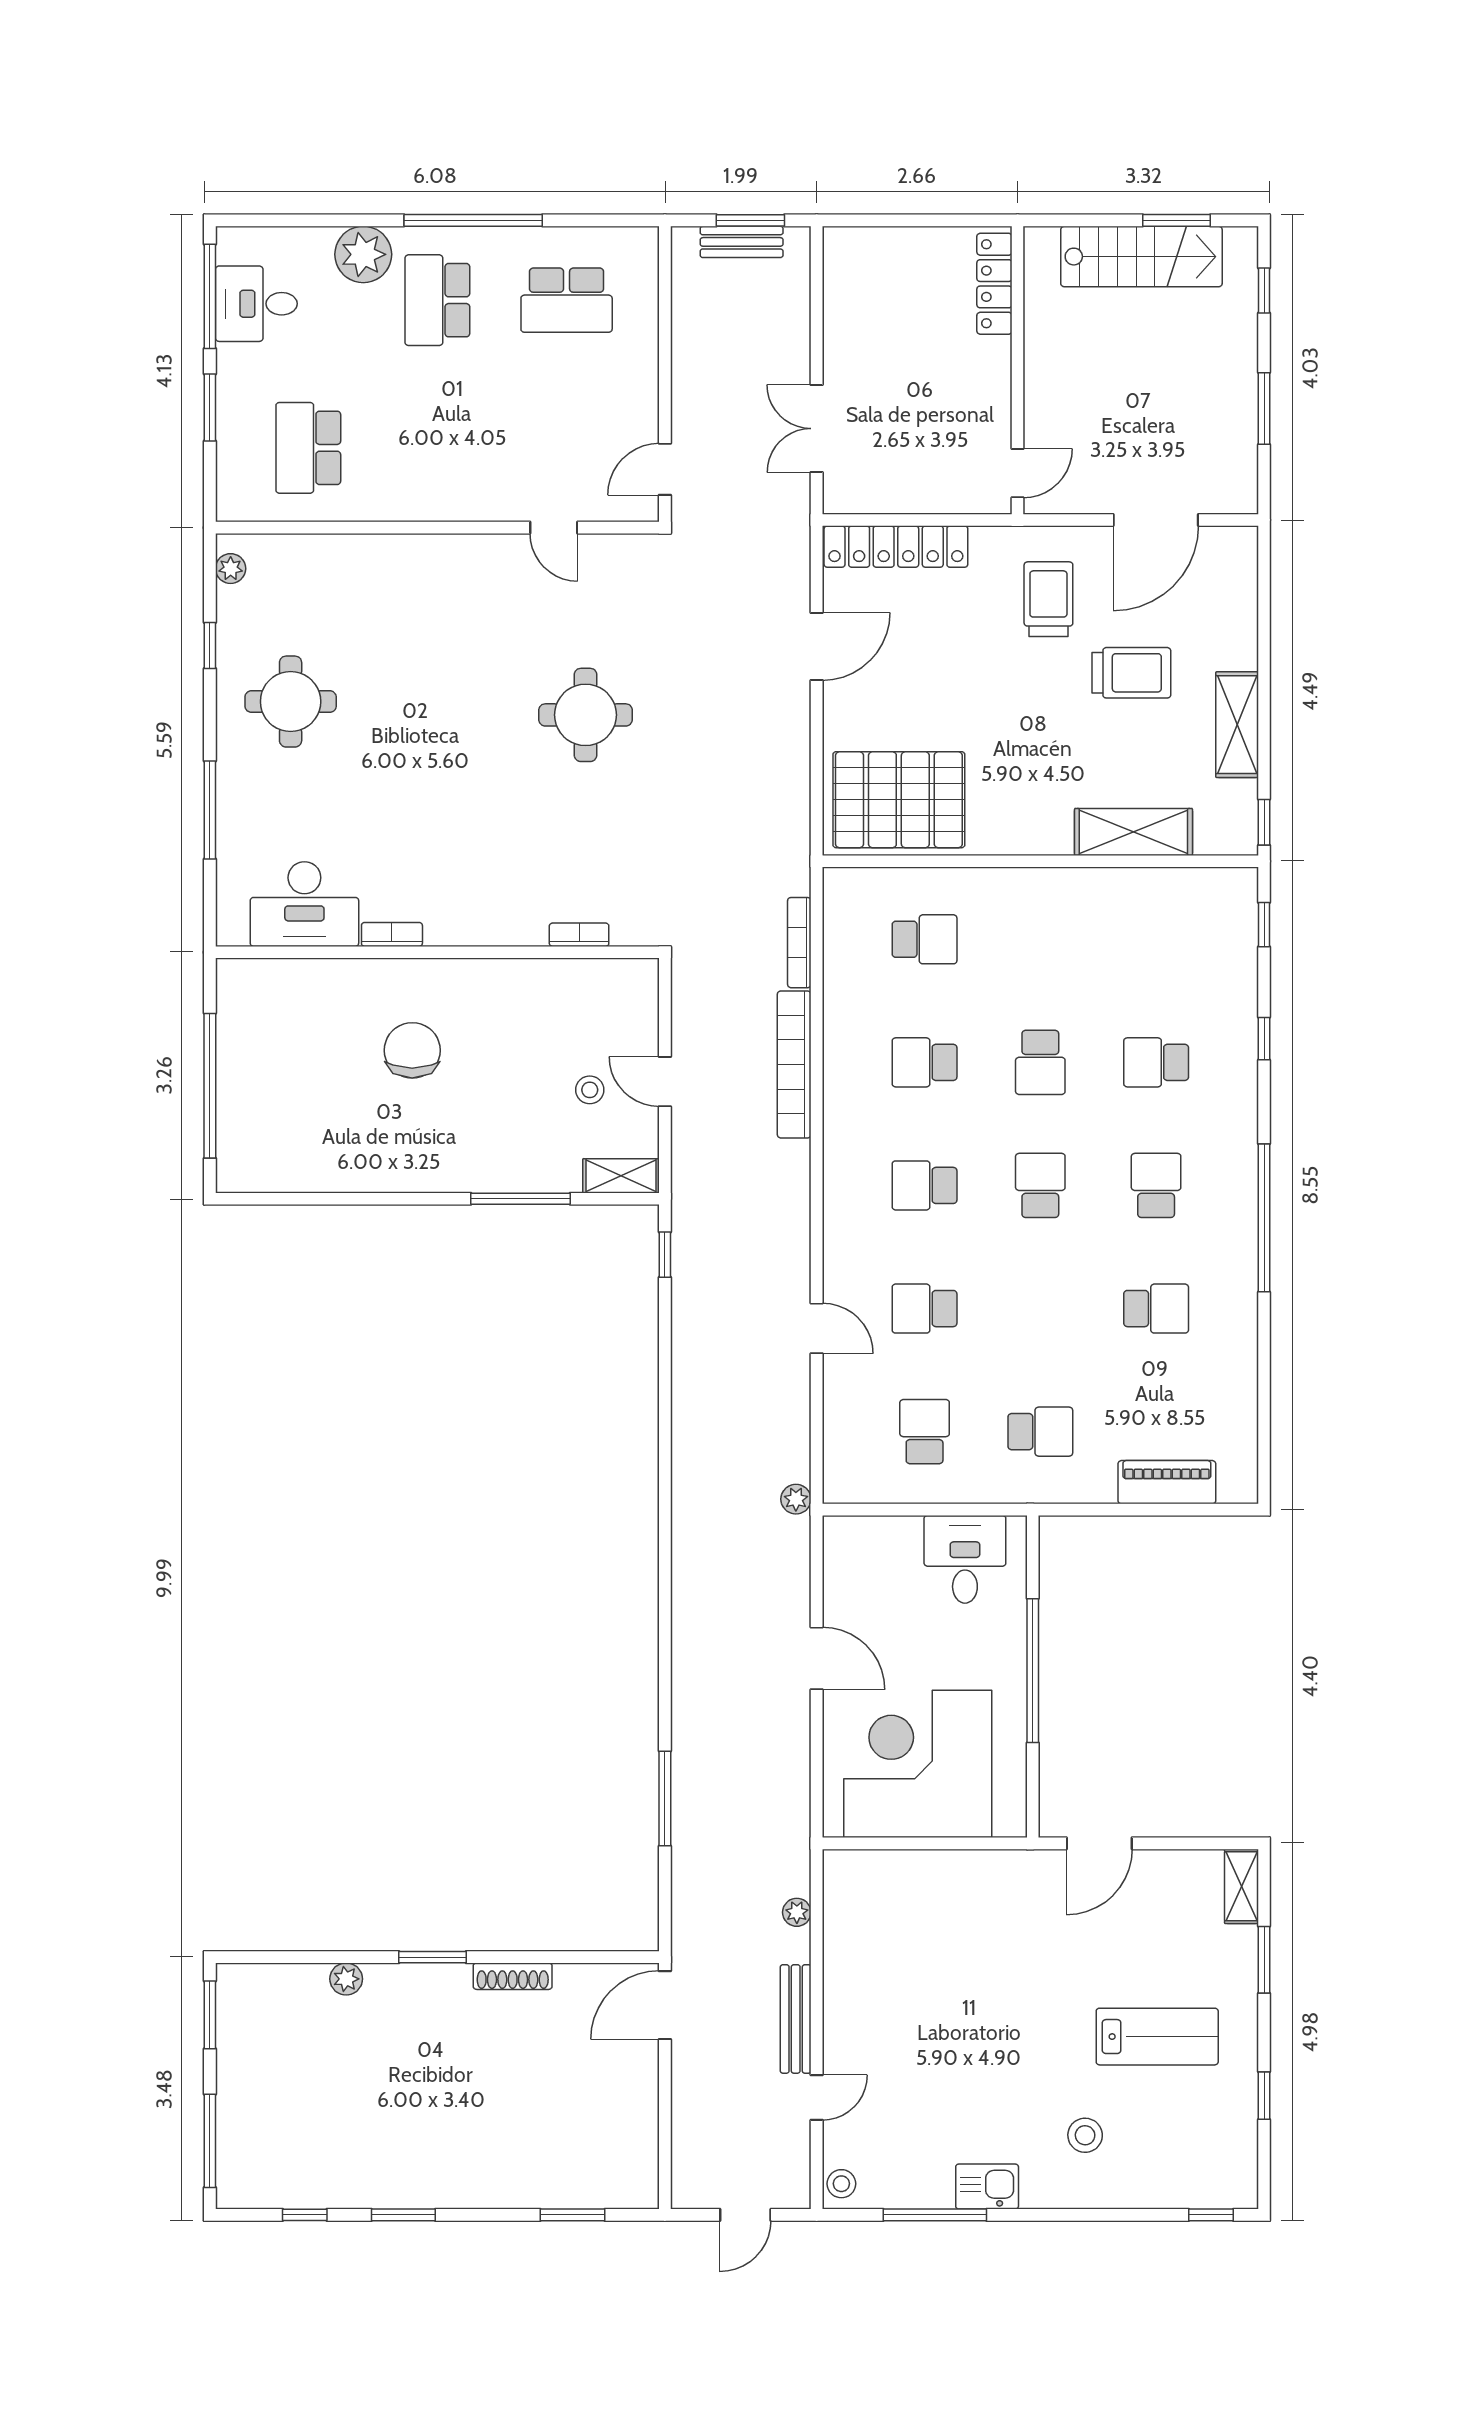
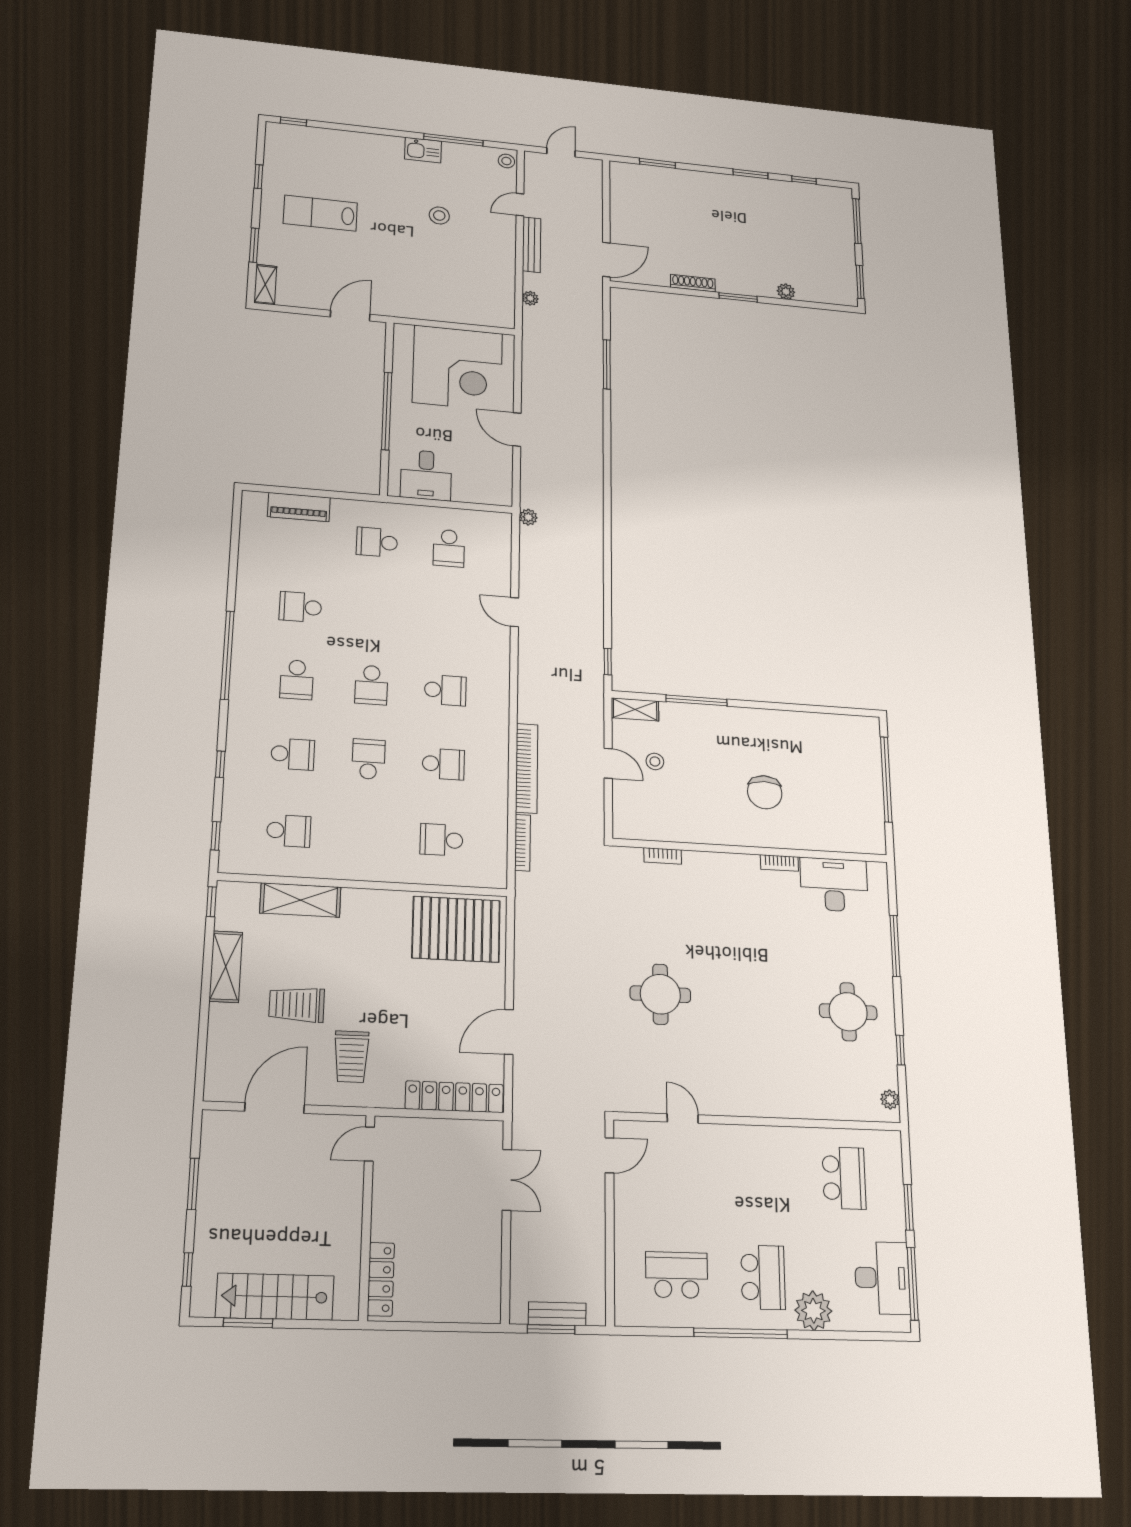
desk: (256, 304) -> (882, 1278), width x1.37
school desk: (925, 1309) -> (289, 831), moved
stool: (1085, 2135) -> (439, 215), moved

